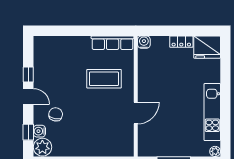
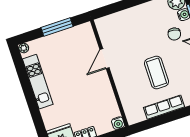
row of seats: (113, 43) -> (164, 107), moved
coffee table: (104, 79) -> (156, 72), moved, turned 90

